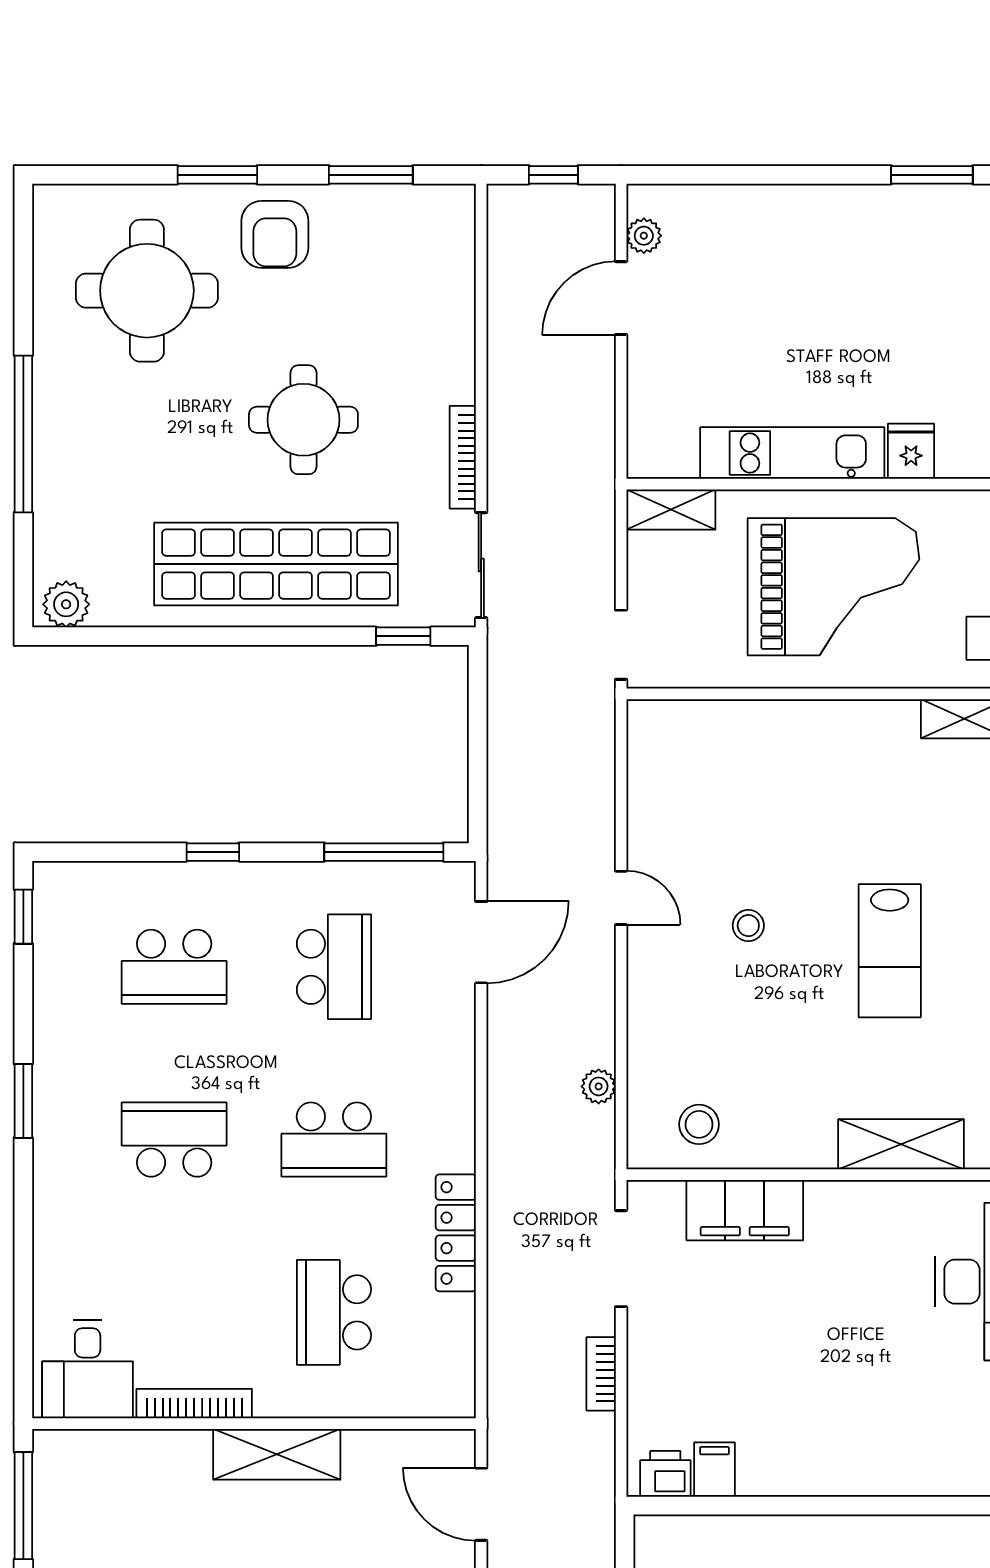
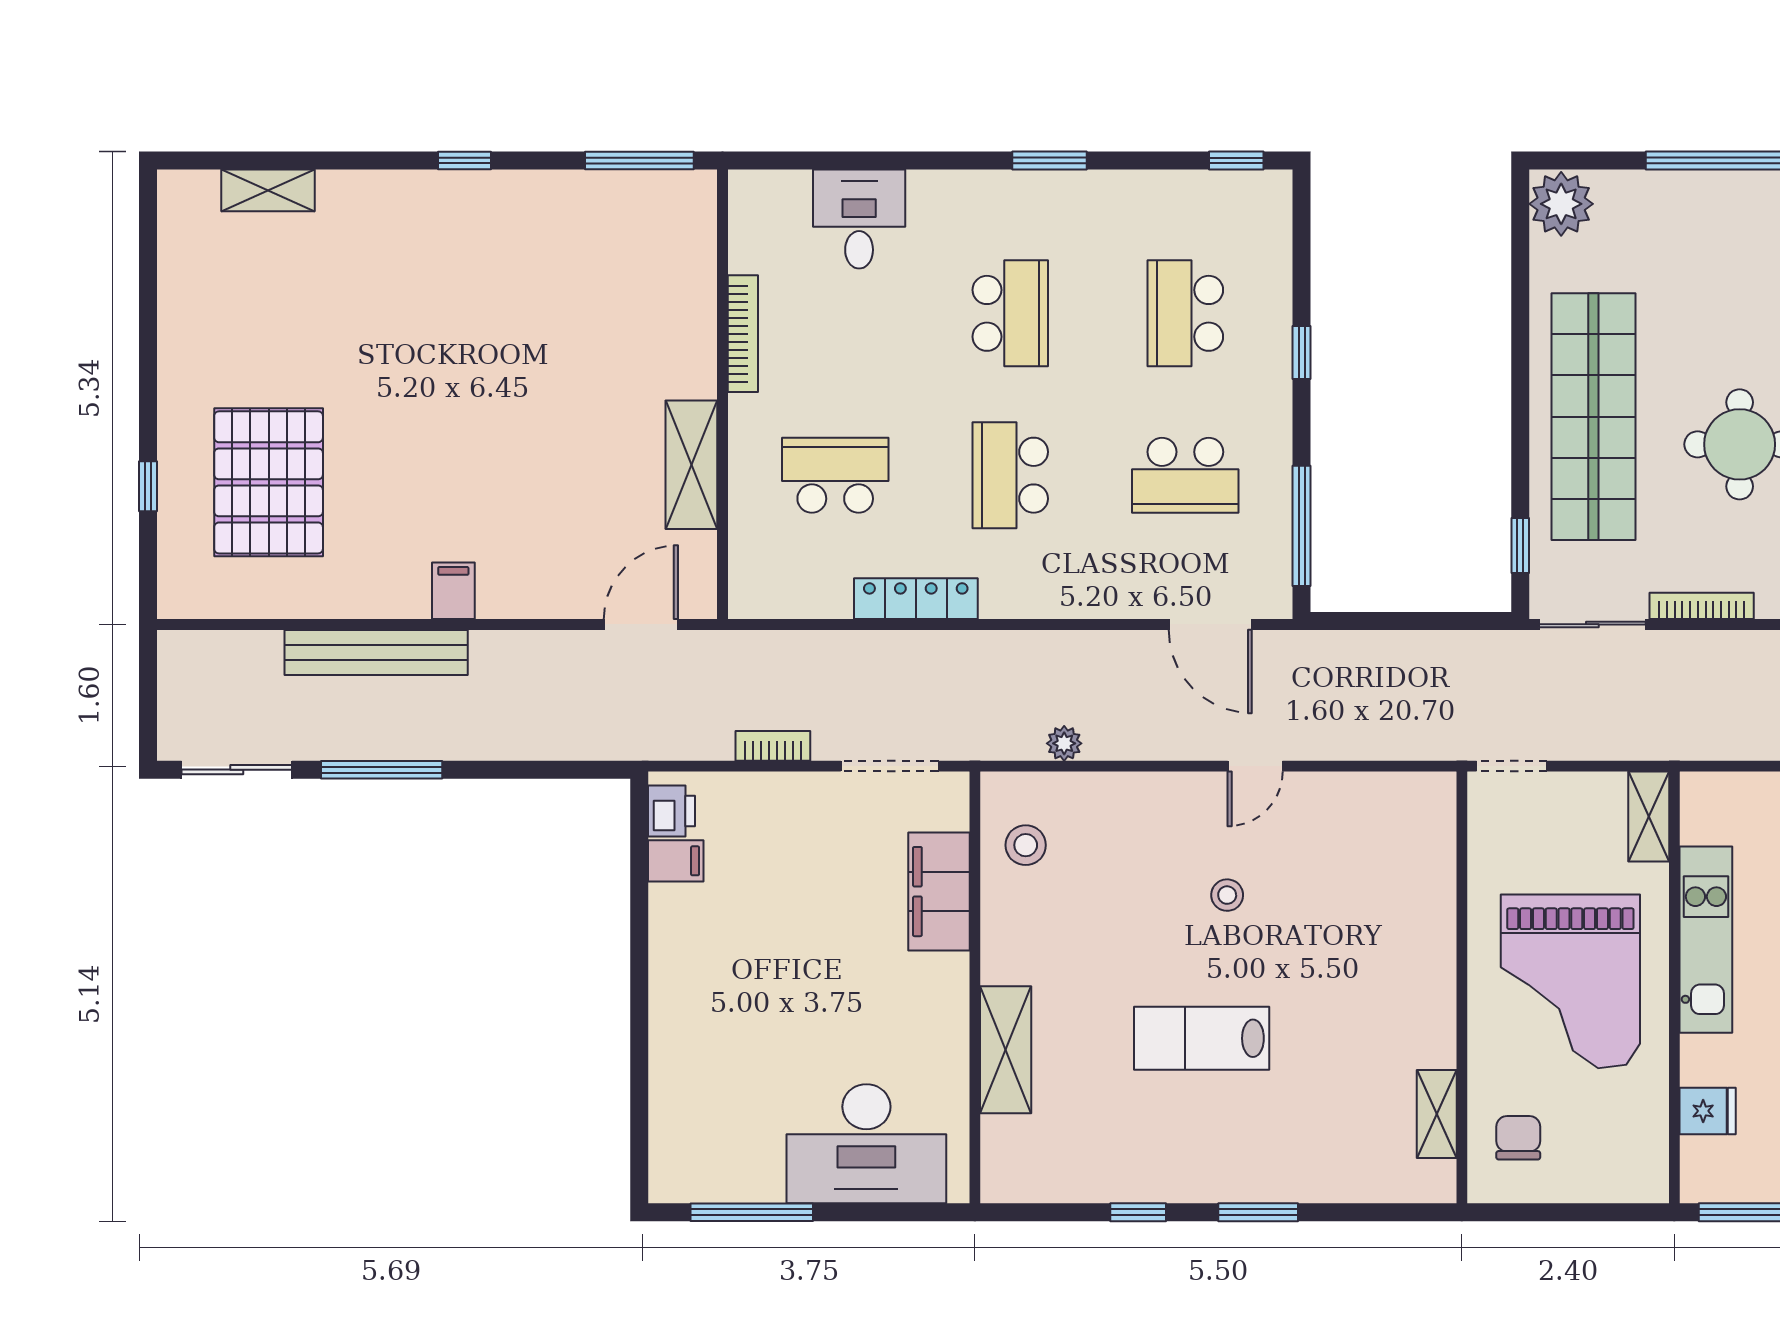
fridge: (911, 451) -> (1708, 1111), moved
plant: (66, 604) -> (1561, 204), width x1.36, depth x1.36
desk: (88, 1369) -> (859, 219), moved, turned 90
shelving: (277, 1454) -> (691, 465), moved

